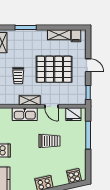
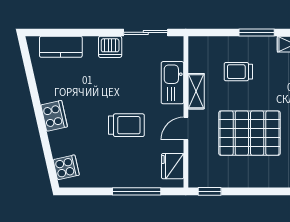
door: (88, 65) -> (256, 191), removed
pallet: (54, 69) -> (249, 133), turned 90
trolley: (50, 141) -> (126, 125), turned -90

